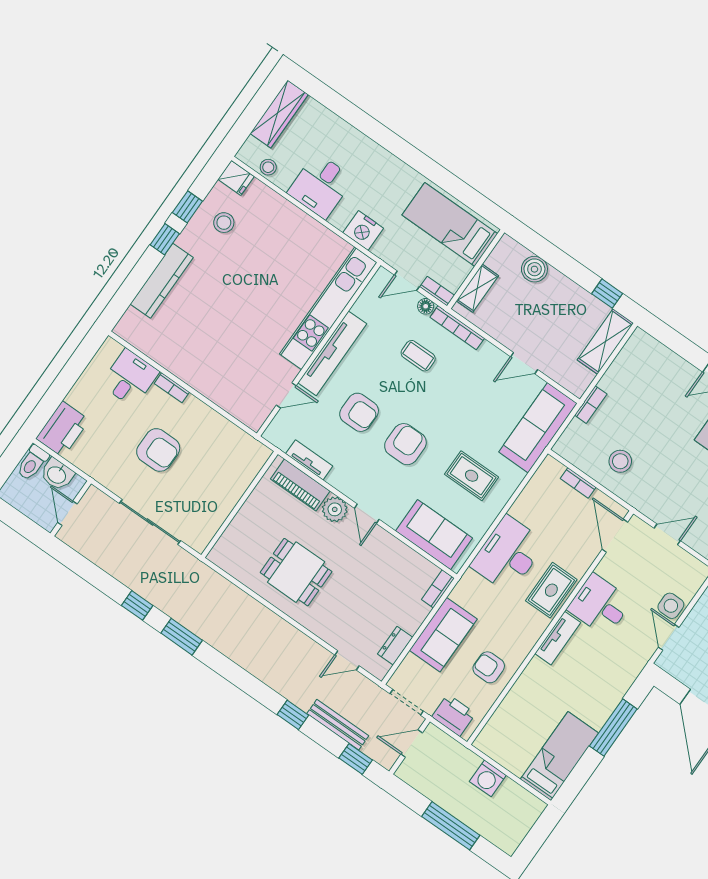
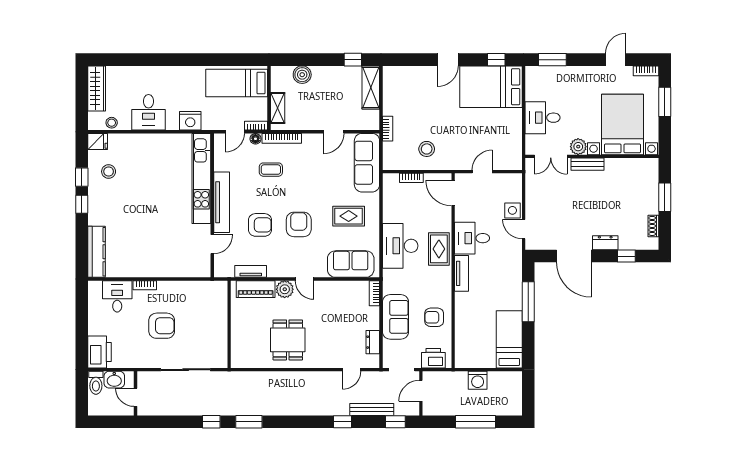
kitchen counter: (162, 281) -> (97, 252), moved
dining table: (296, 572) -> (288, 340), turned 90

